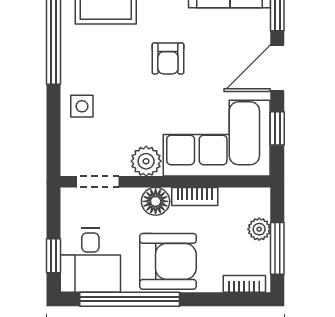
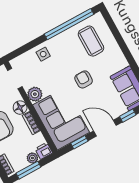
armchair: (168, 58) -> (84, 79), turned 90
printer: (257, 202) -> (44, 151), added

